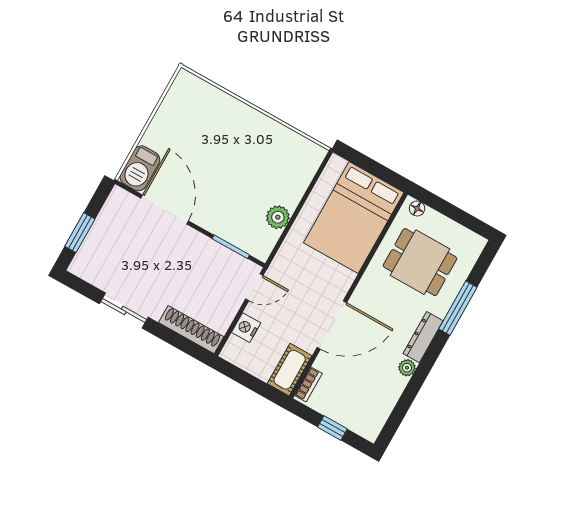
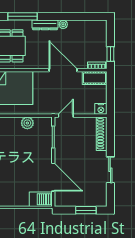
door: (165, 209) -> (53, 177), swing flipped
door: (254, 287) -> (66, 116), hinge flipped
nightstand: (246, 328) -> (101, 109), moved
window: (332, 428) -> (110, 54), moved

